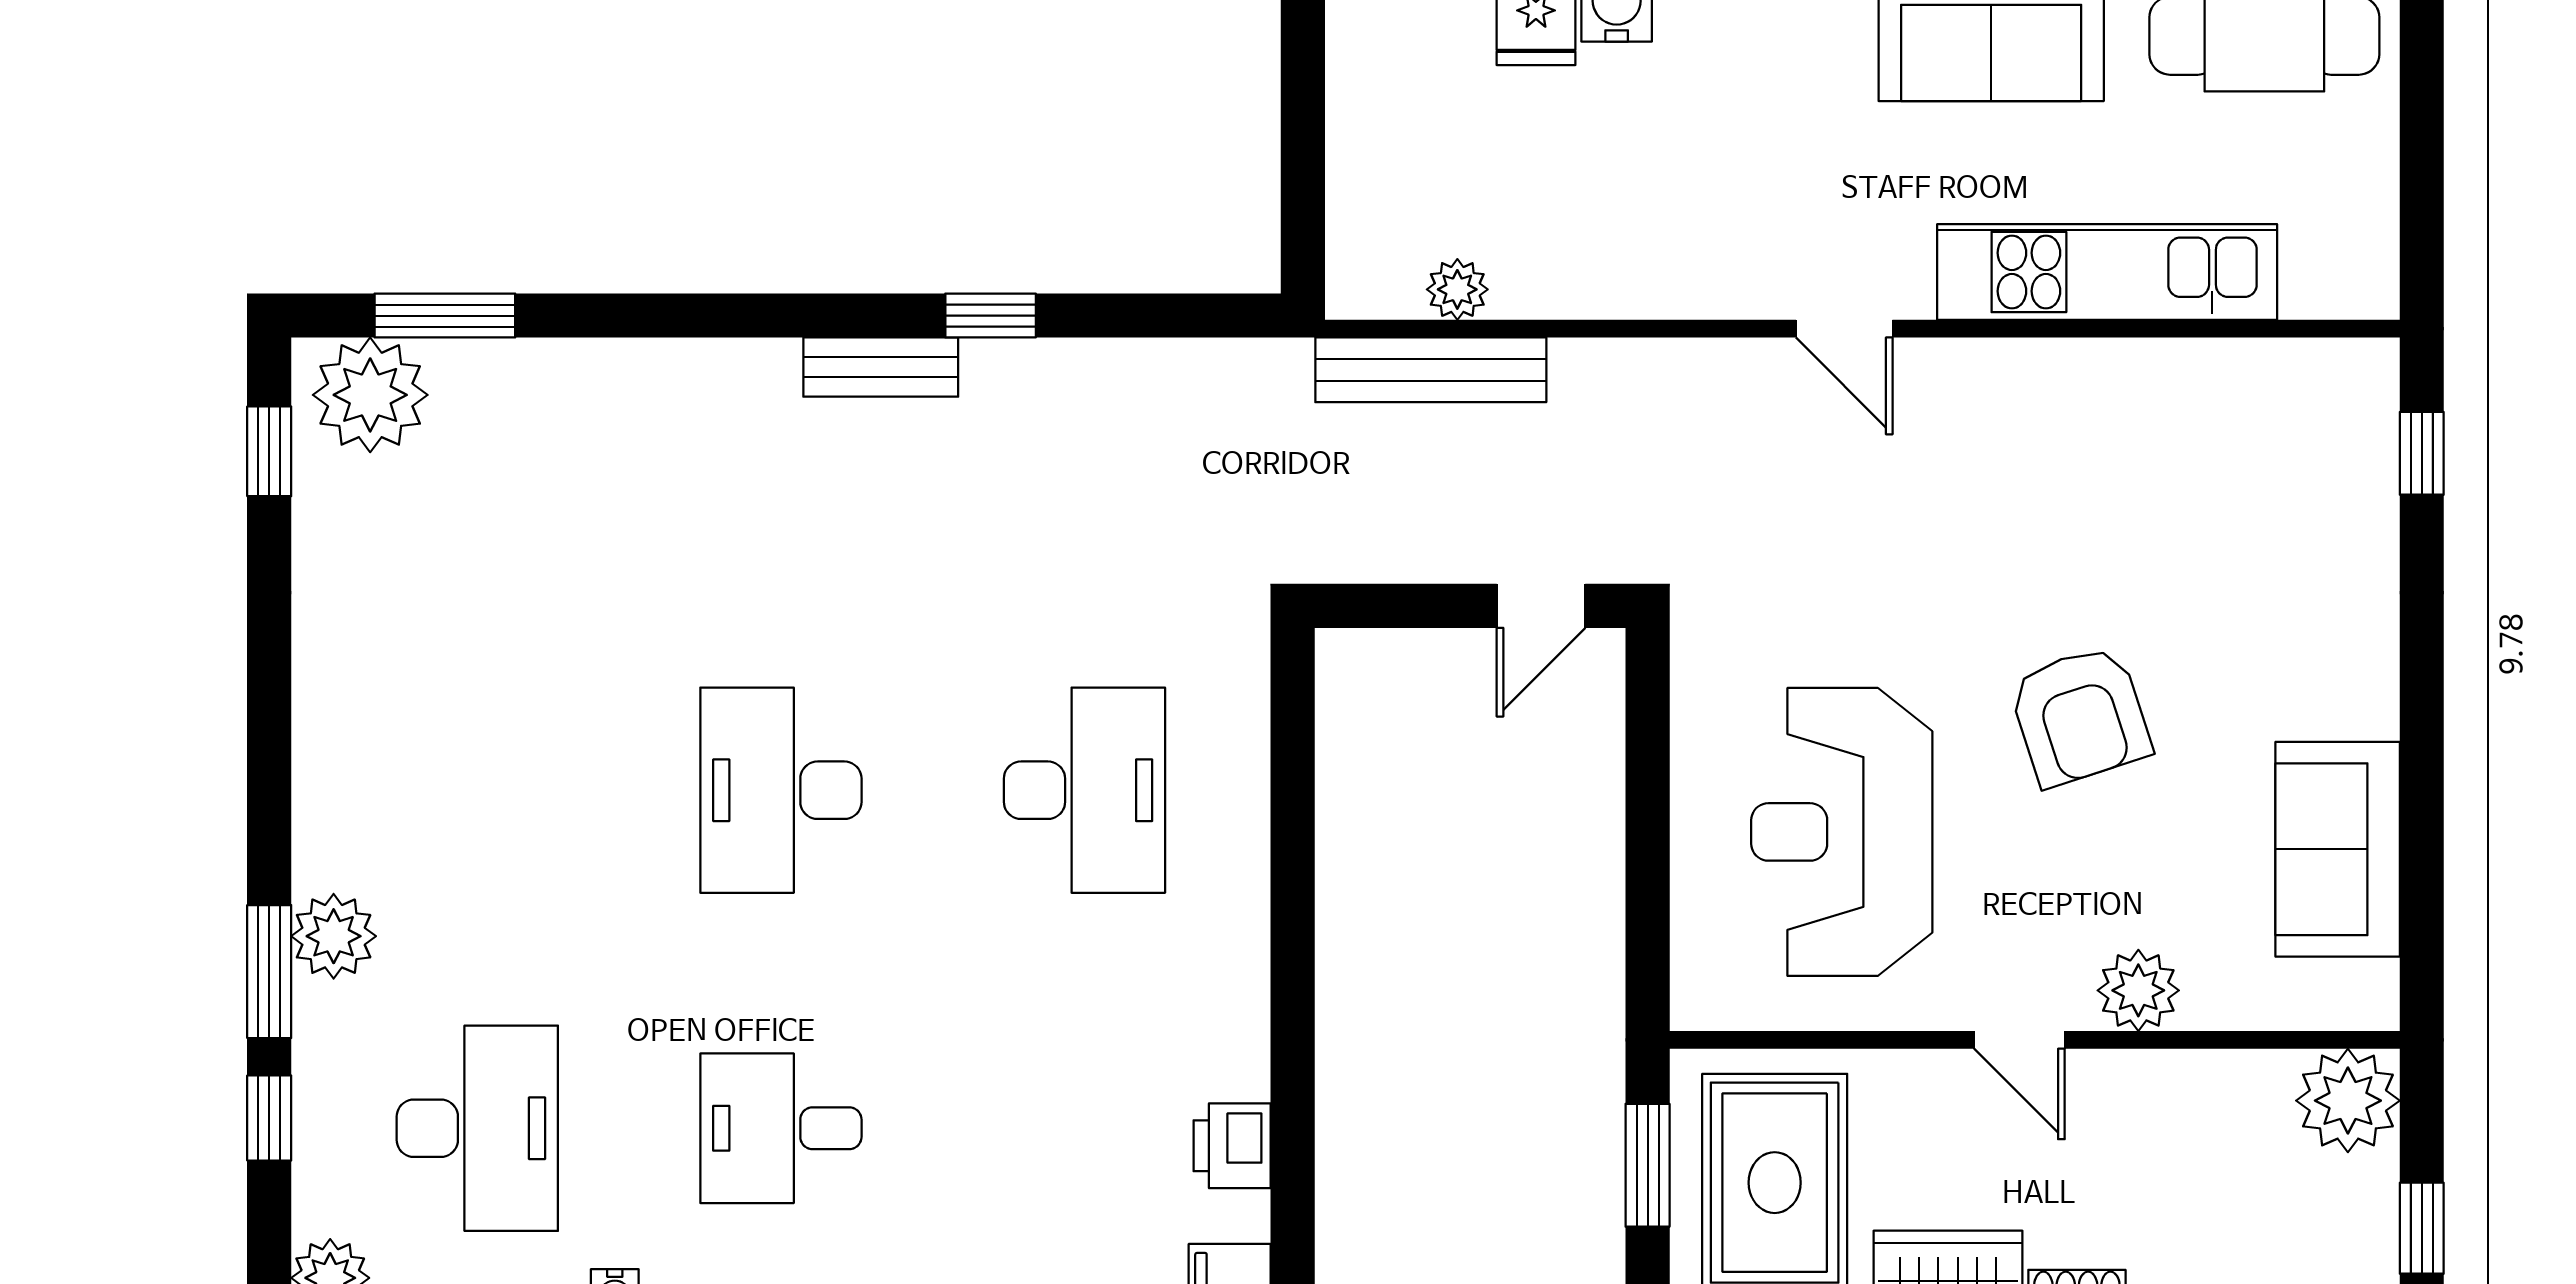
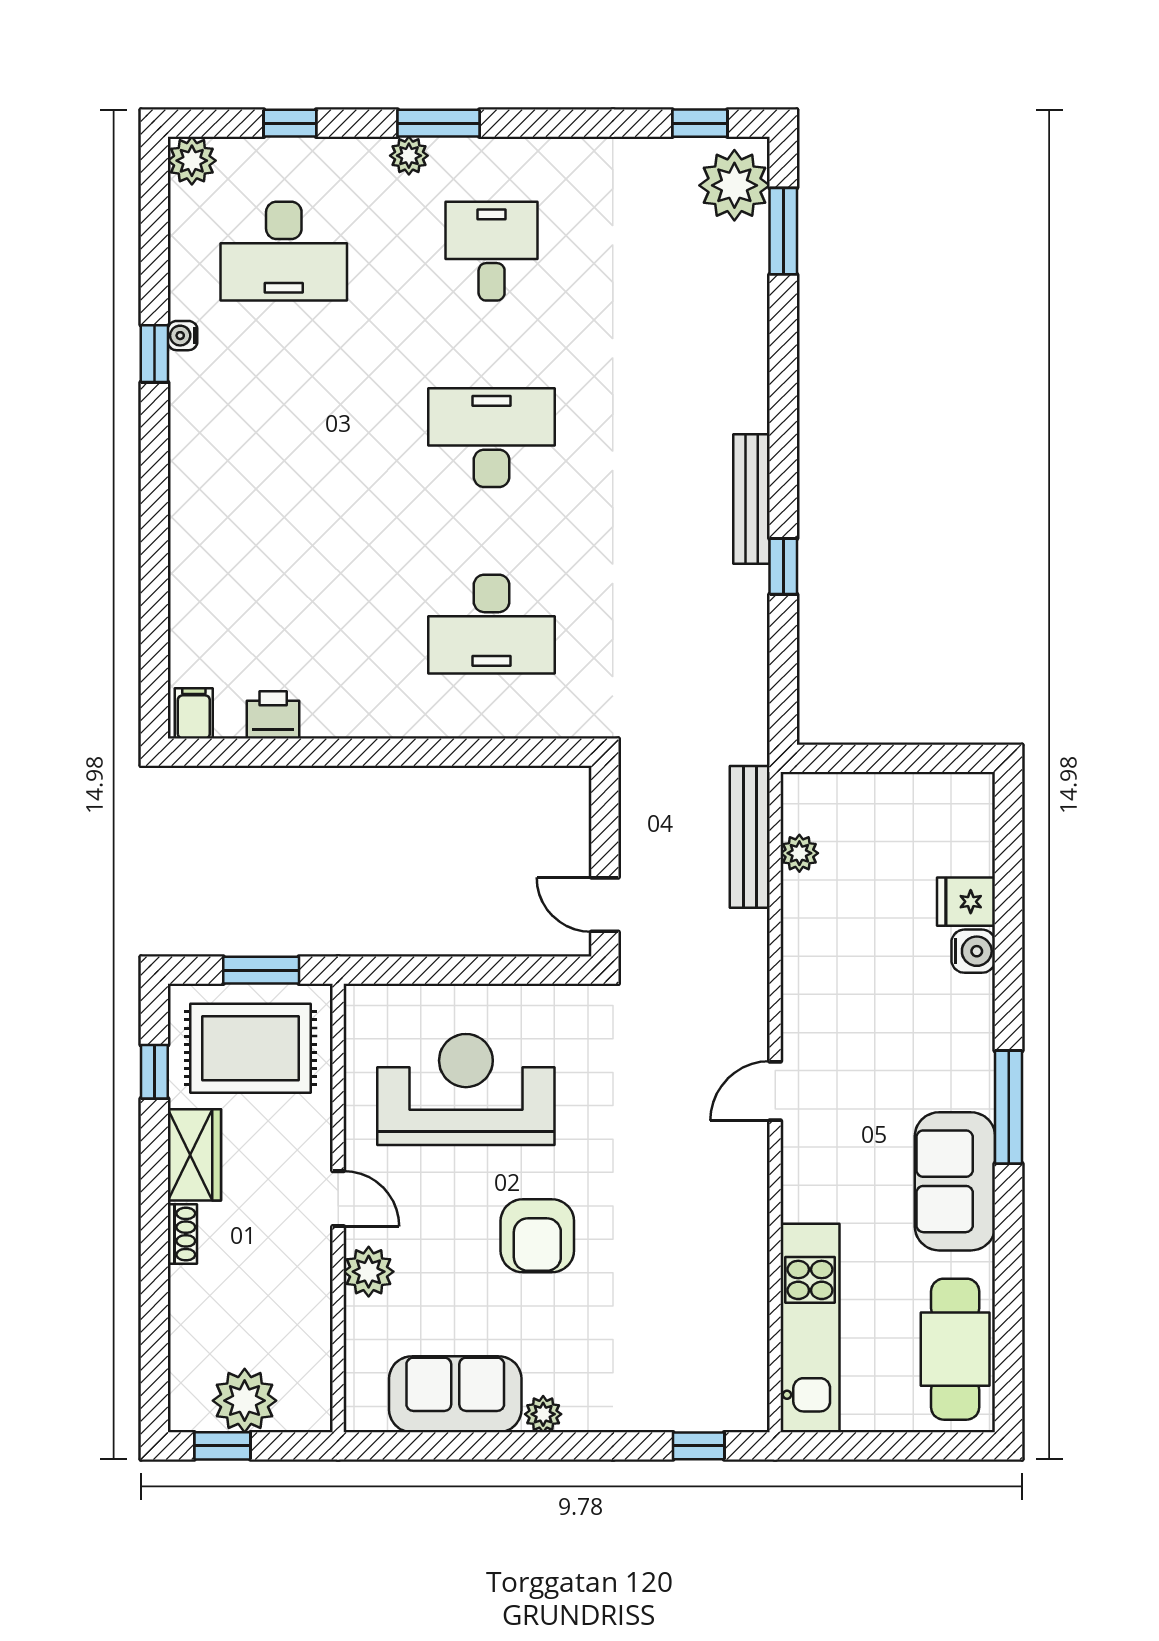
kitchen unit: (2107, 272) -> (810, 1328), moved
bench: (881, 367) -> (752, 499), width x1.36
plant: (2370, 706) -> (543, 1414), added
armchair: (2080, 716) -> (537, 1236), turned -72
plant: (334, 936) -> (409, 156), width x0.73, depth x0.73
window: (269, 972) -> (438, 123), moved
door: (2019, 1040) -> (338, 1199), swing flipped
plant: (2348, 1101) -> (245, 1401), moved
desk: (781, 1128) -> (492, 251), moved

